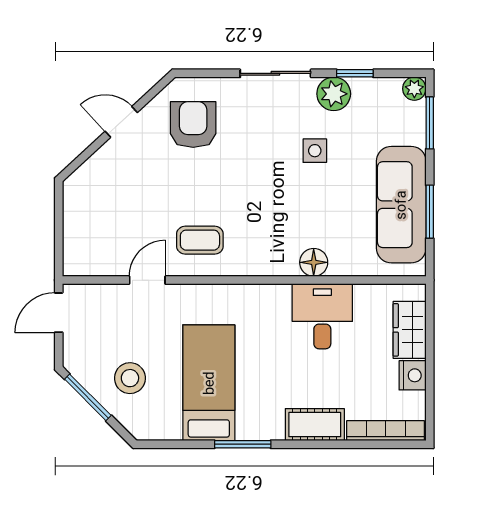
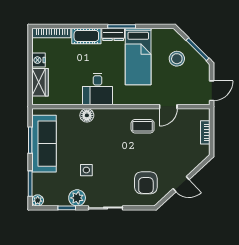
bookcase: (72, 227) -> (205, 132), added
desk: (322, 316) -> (98, 89), moved
dresser: (260, 428) -> (113, 34), added

